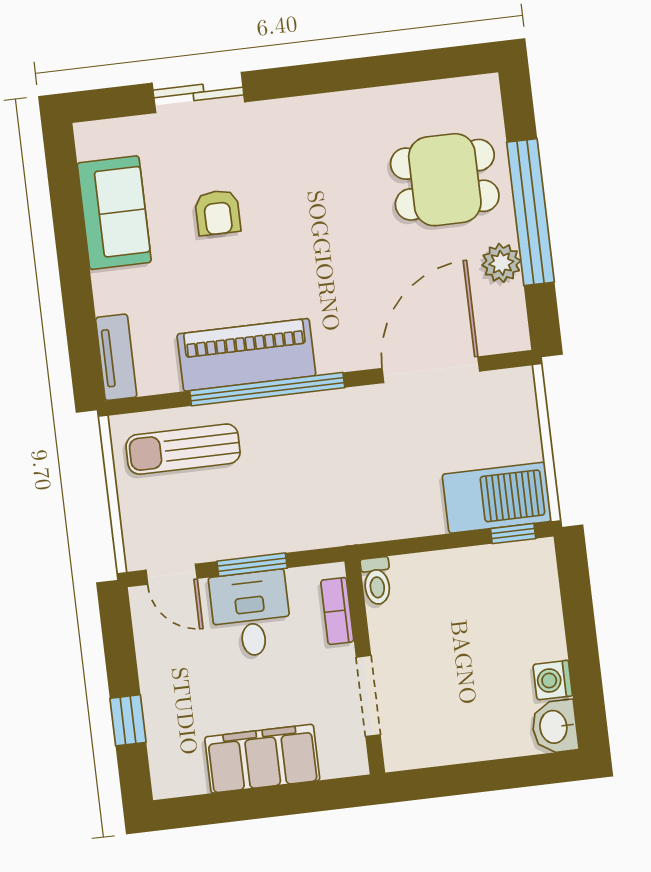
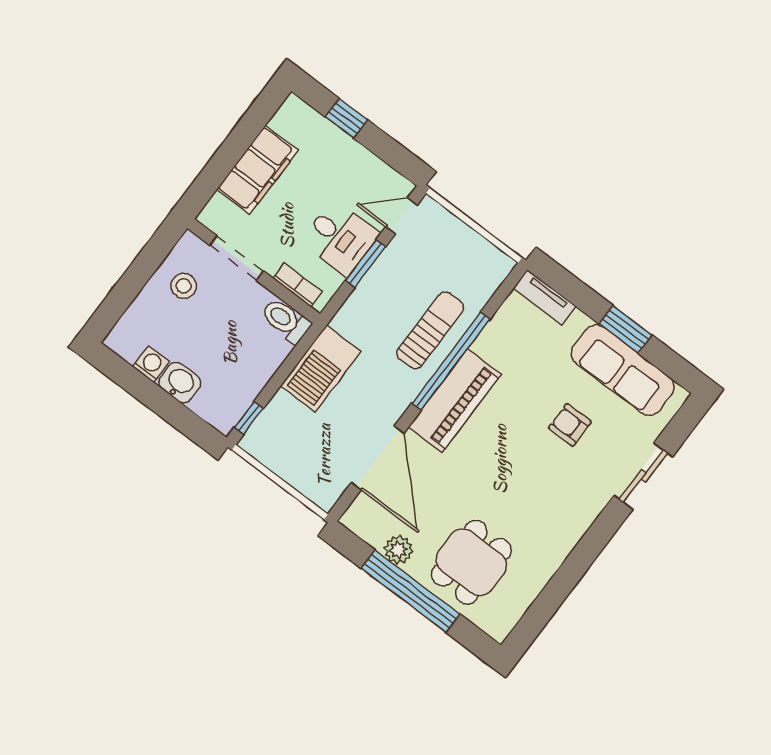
sofa: (114, 213) -> (623, 370), width x1.36
window: (72, 248) -> (625, 329), added
piano: (246, 355) -> (455, 401), moved
sun lounger: (183, 449) -> (430, 330), moved
barbecue: (497, 498) -> (321, 369), moved
toilet: (377, 581) -> (286, 320), width x1.37, depth x1.39
stool: (445, 722) -> (184, 286), added
washbasin: (555, 727) -> (180, 383), moved

